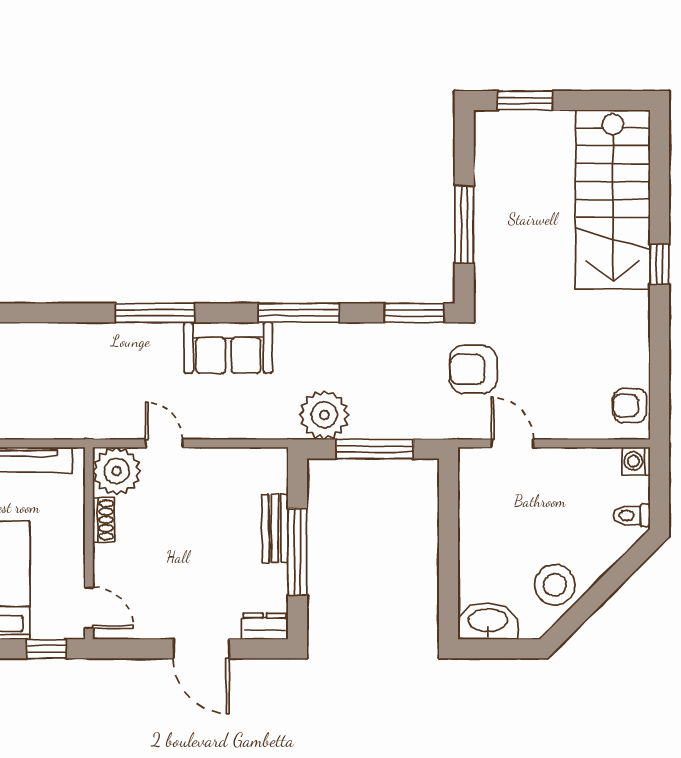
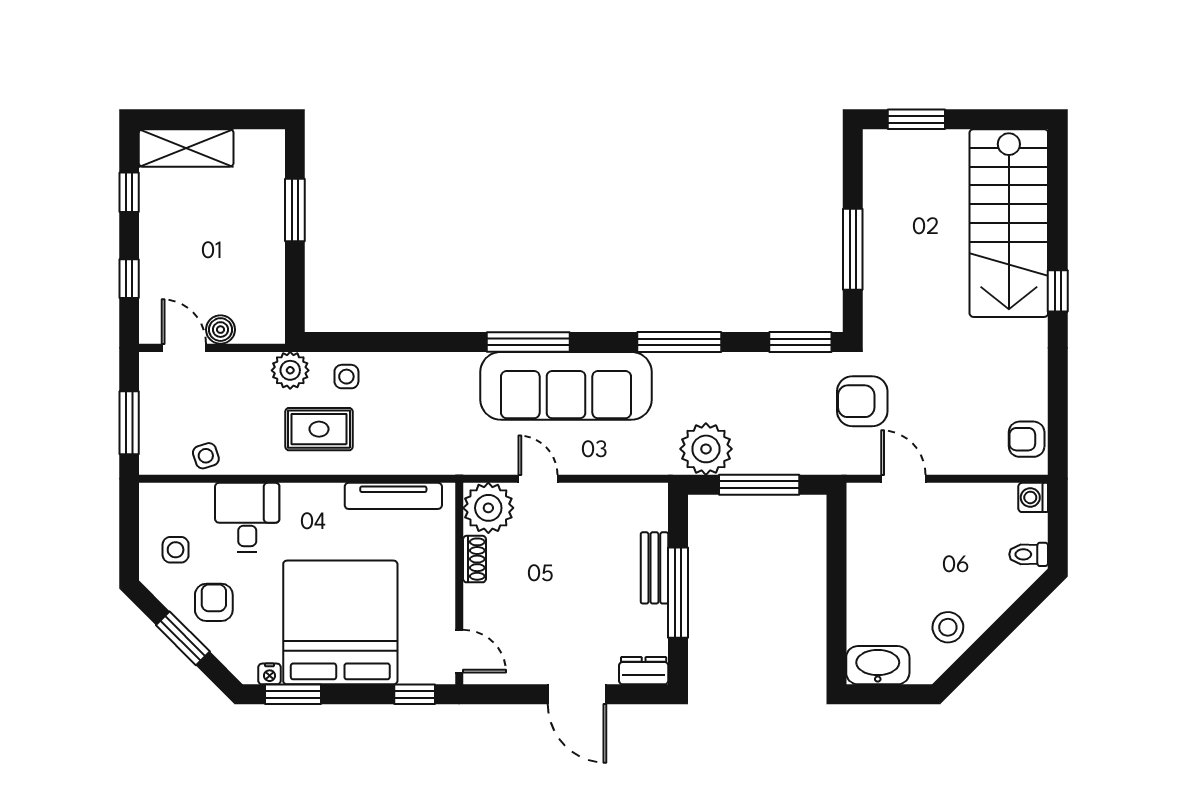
sofa: (228, 348) -> (566, 386), width x1.85, depth x1.27
stool: (555, 585) -> (948, 627), width x0.73, depth x0.73

